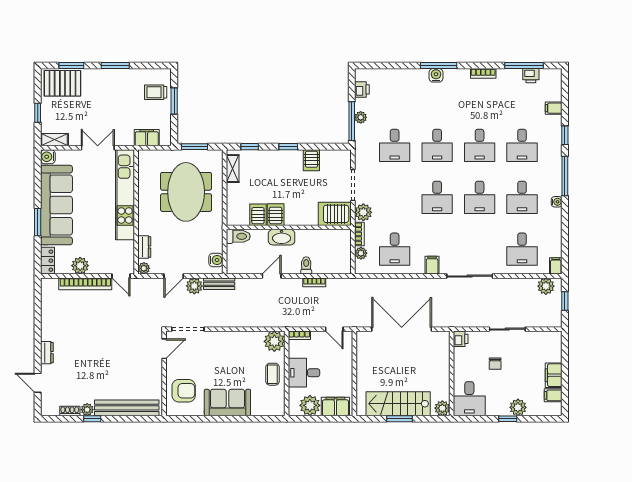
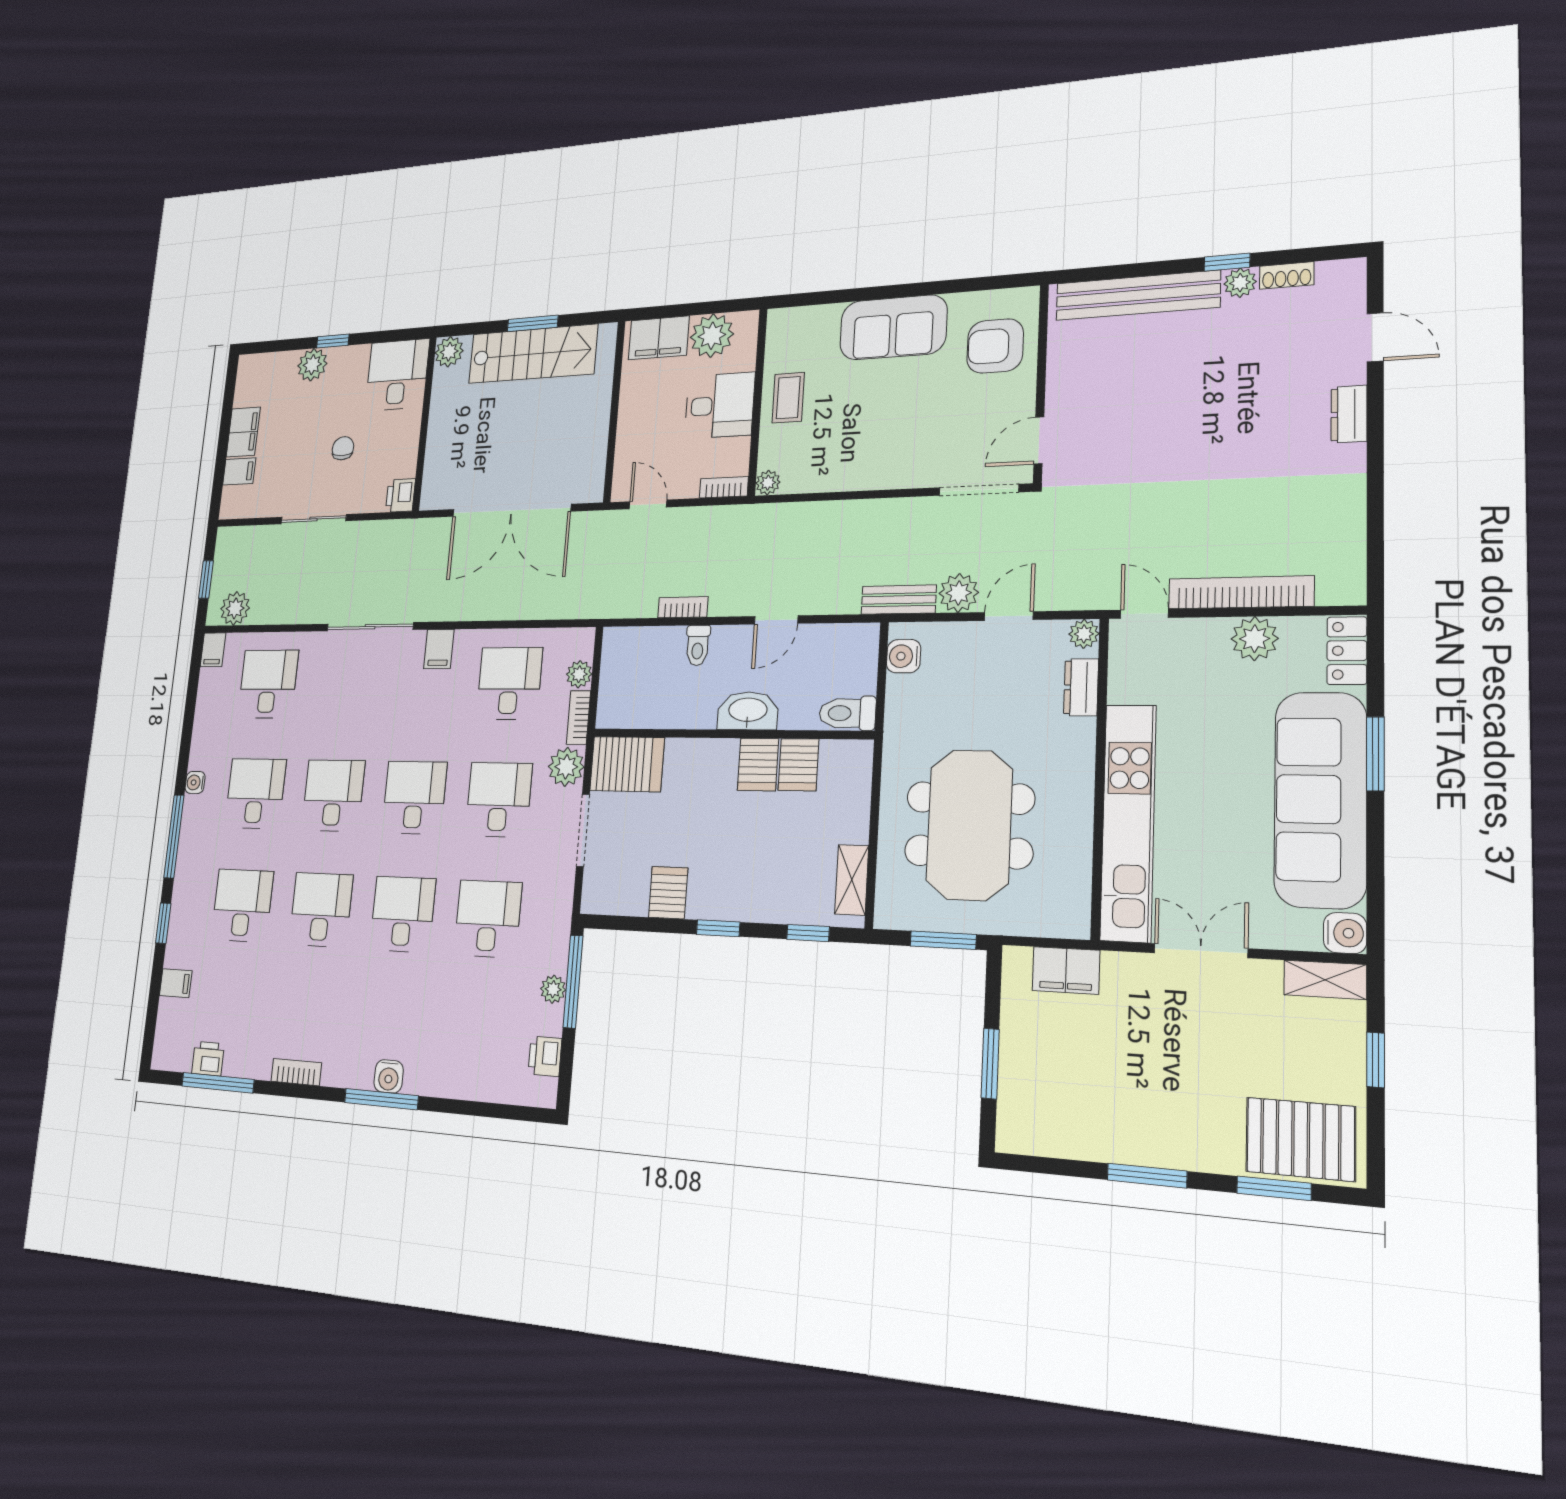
trolley: (156, 92) -> (1038, 1091), removed
double door: (98, 148) -> (1201, 951), swing flipped
desk: (395, 197) -> (499, 800), added
plant: (274, 341) -> (768, 483), width x0.53, depth x0.53
filing cabinet: (553, 395) -> (239, 471), moved

